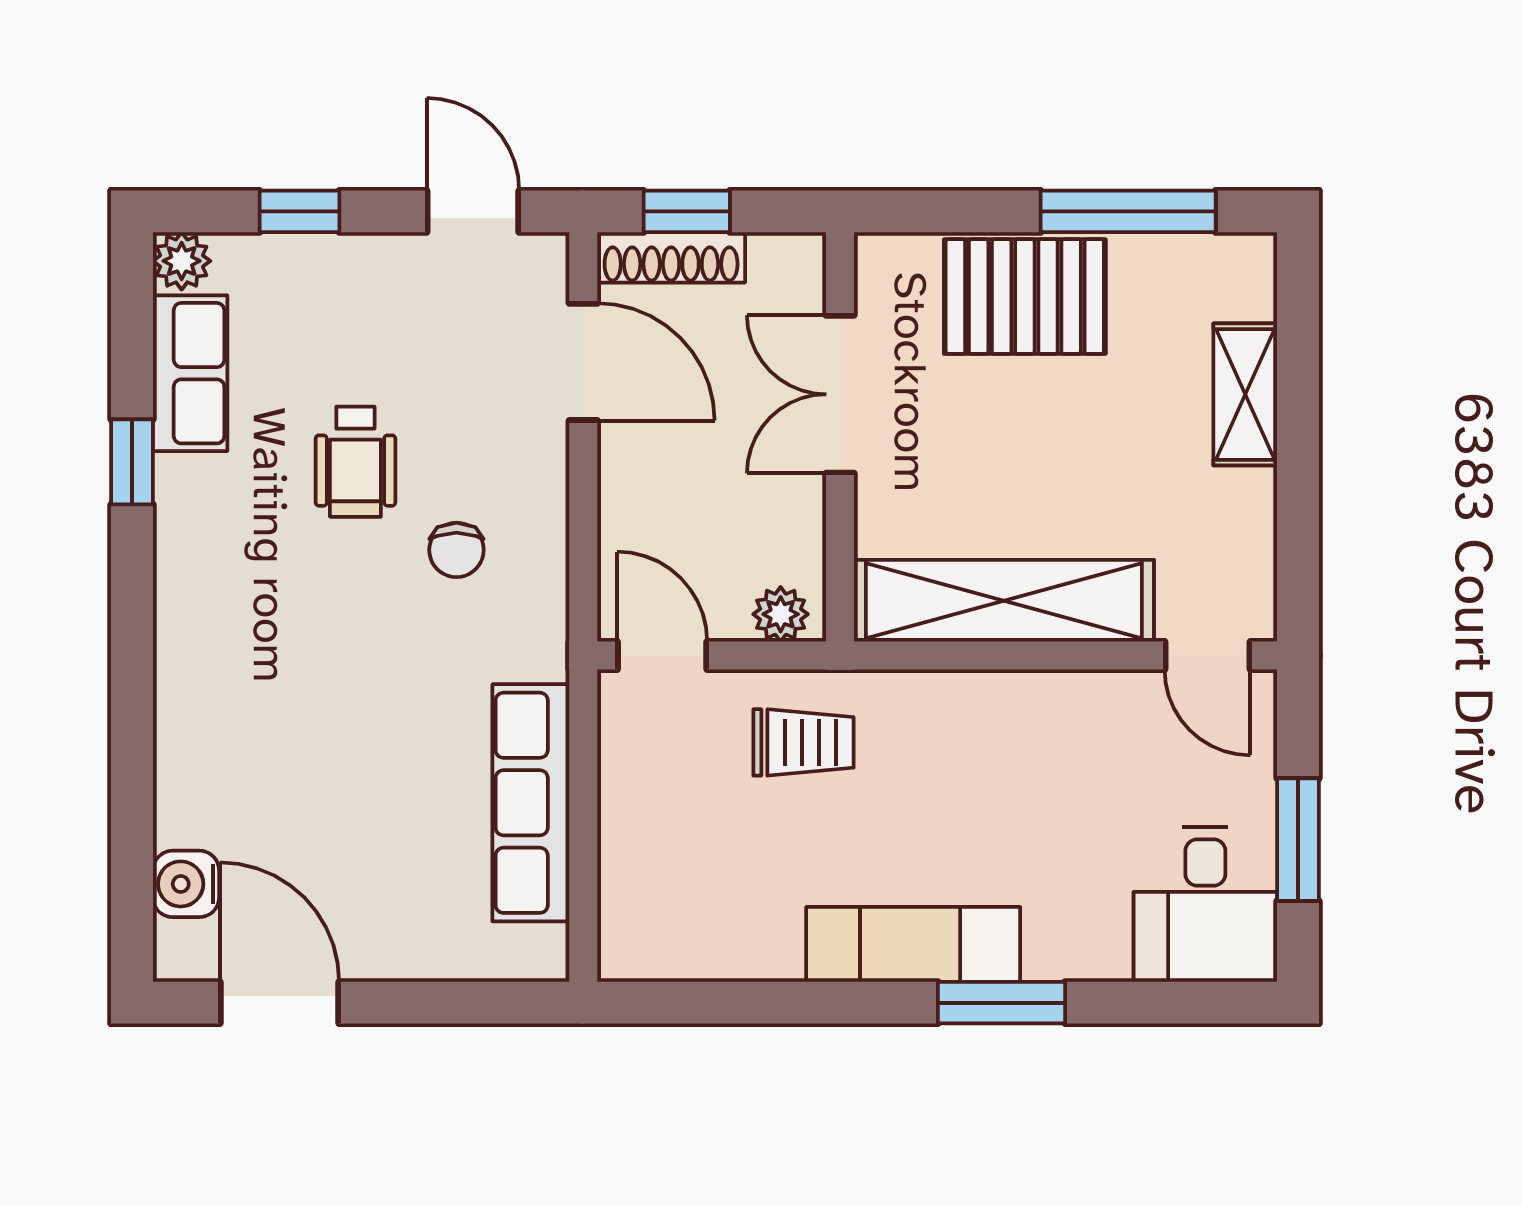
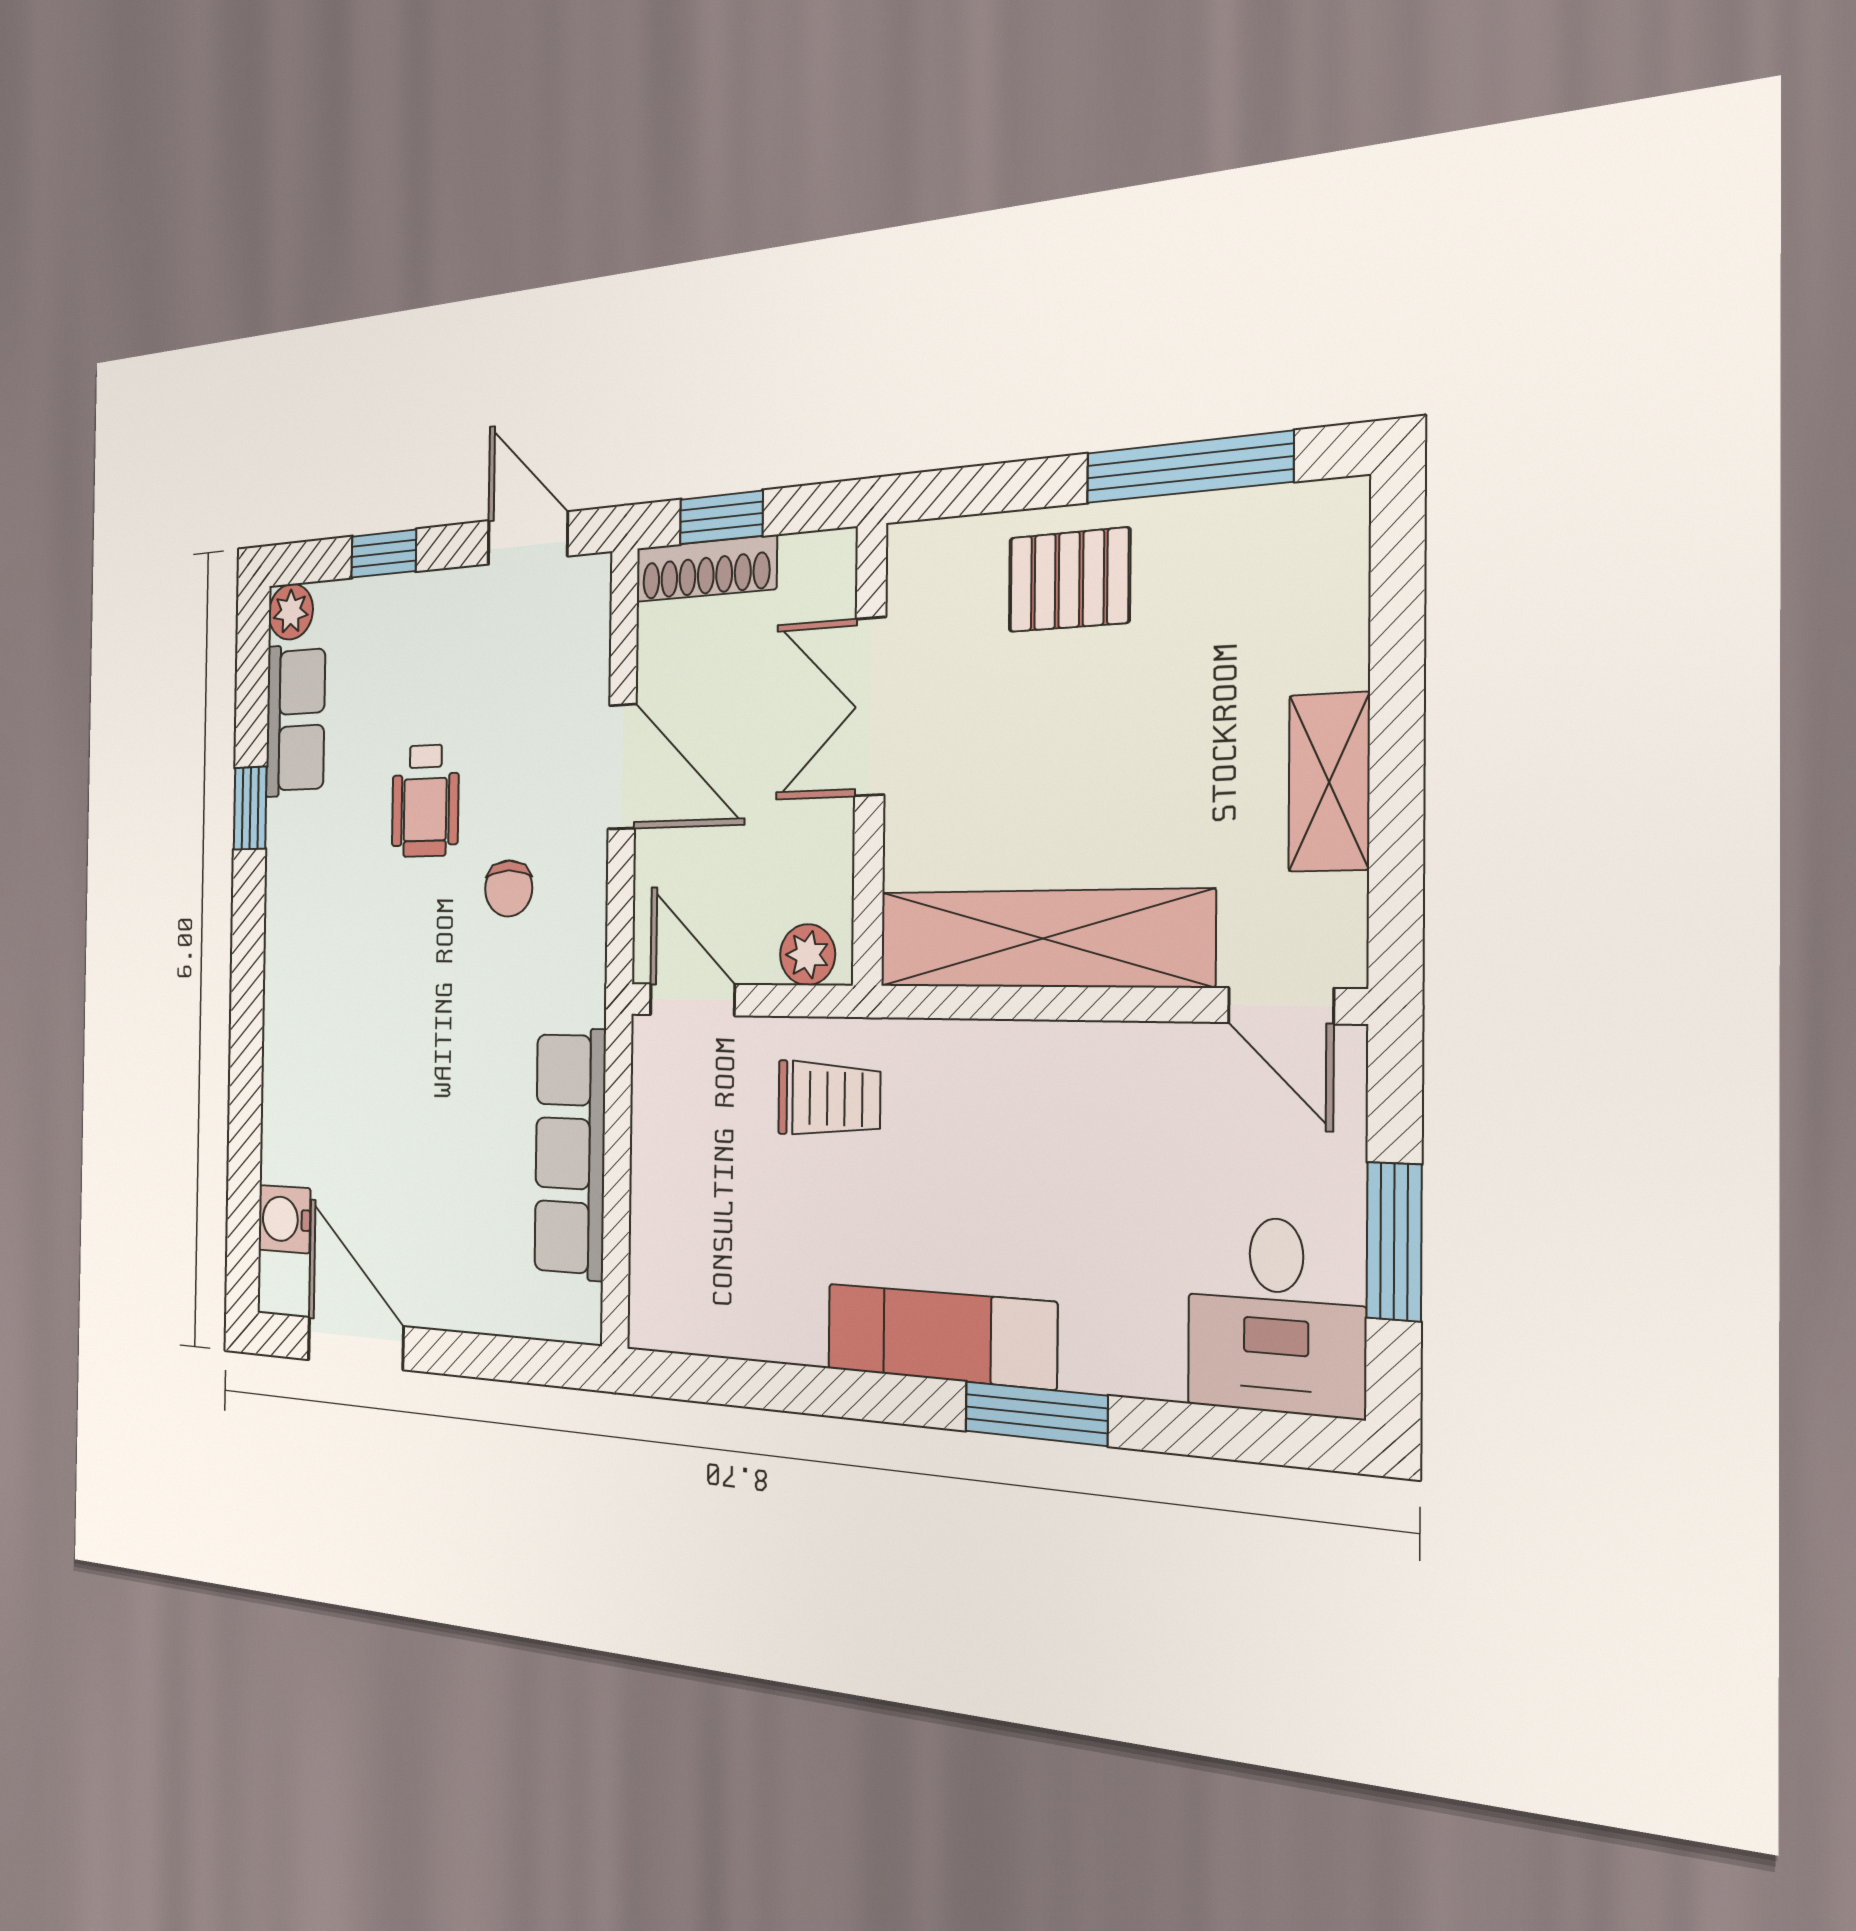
pallet: (1025, 297) -> (1069, 580), width x0.67, depth x0.71
door: (583, 362) -> (622, 767), moved
shelving: (1245, 394) -> (1329, 782), moved

